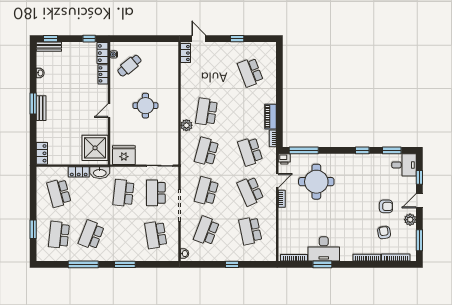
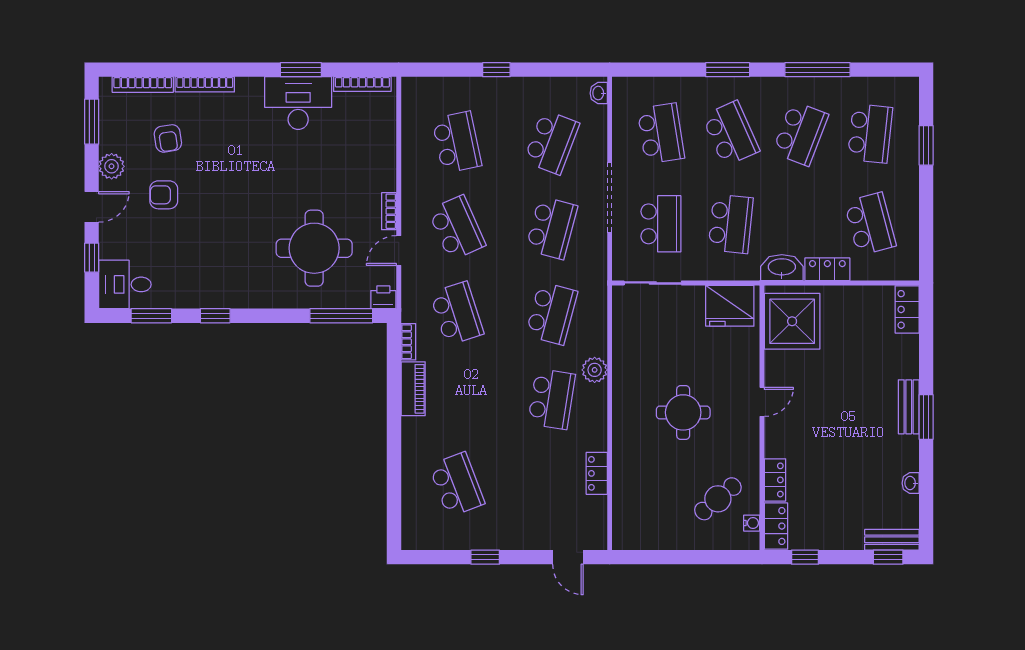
locker: (185, 53) -> (597, 473), moved
school desk: (123, 235) -> (731, 133), added

